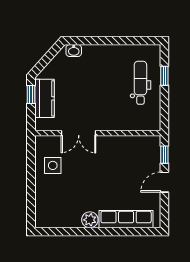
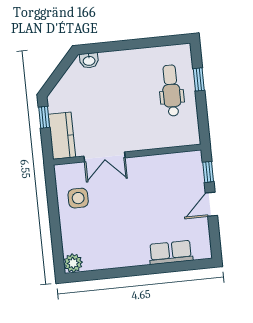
kitchen counter: (44, 98) -> (62, 136), moved
row of seats: (126, 219) -> (171, 252), width x0.68
plant: (90, 220) -> (73, 263), moved

